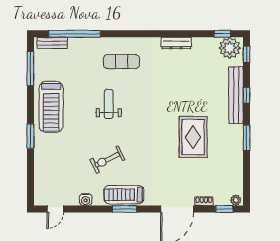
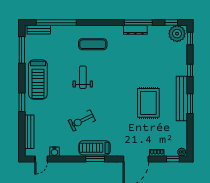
window: (180, 34) -> (138, 23), added
bench: (236, 95) -> (182, 98), moved
bench: (40, 174) -> (29, 132), added
water cooler: (86, 200) -> (54, 152), moved

